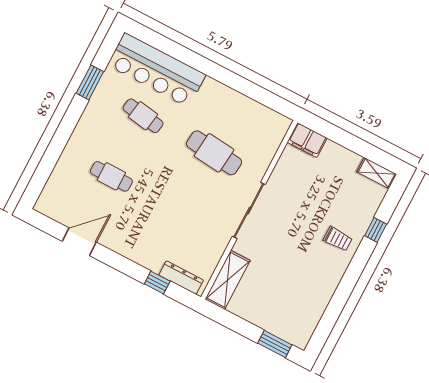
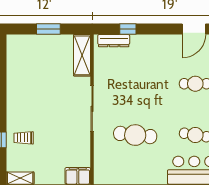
trolley: (338, 239) -> (24, 138), moved
window: (275, 344) -> (48, 29), moved

